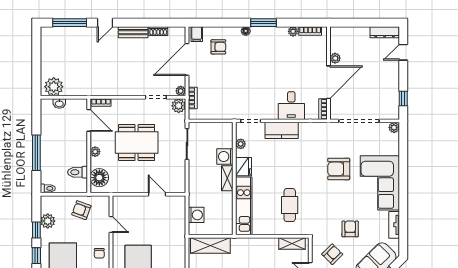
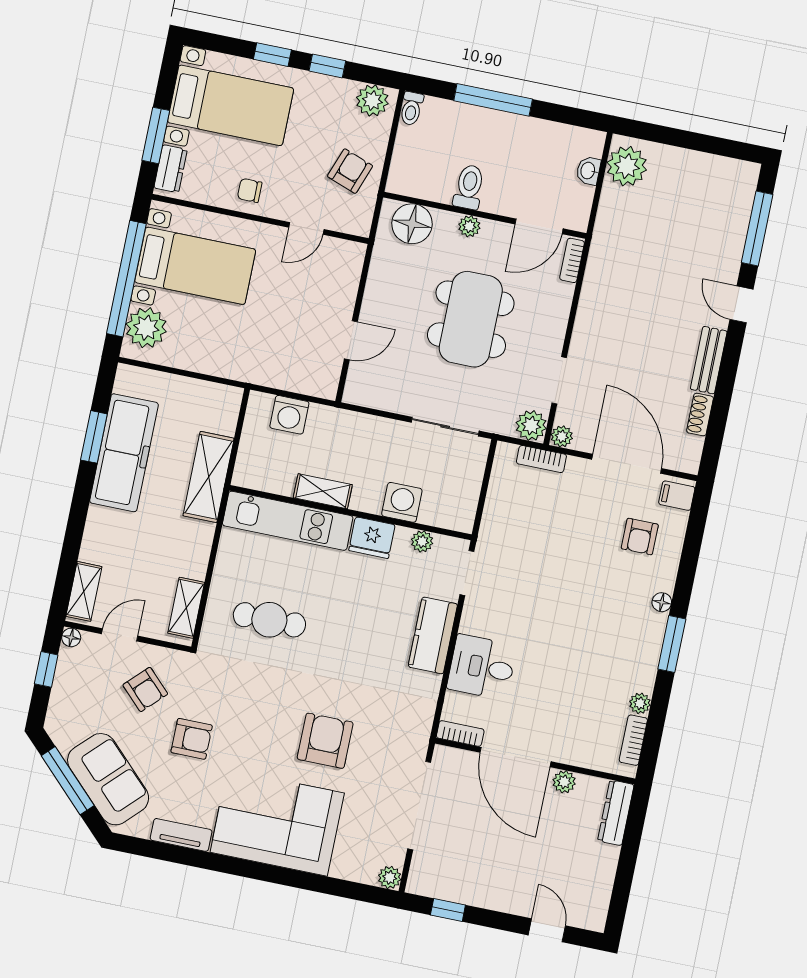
dresser: (385, 32) -> (616, 813), moved
toilet: (78, 172) -> (469, 187), moved
shelving: (227, 178) -> (323, 491), moved
plant: (48, 221) -> (372, 101), moved
shelving: (210, 245) -> (209, 477), moved

